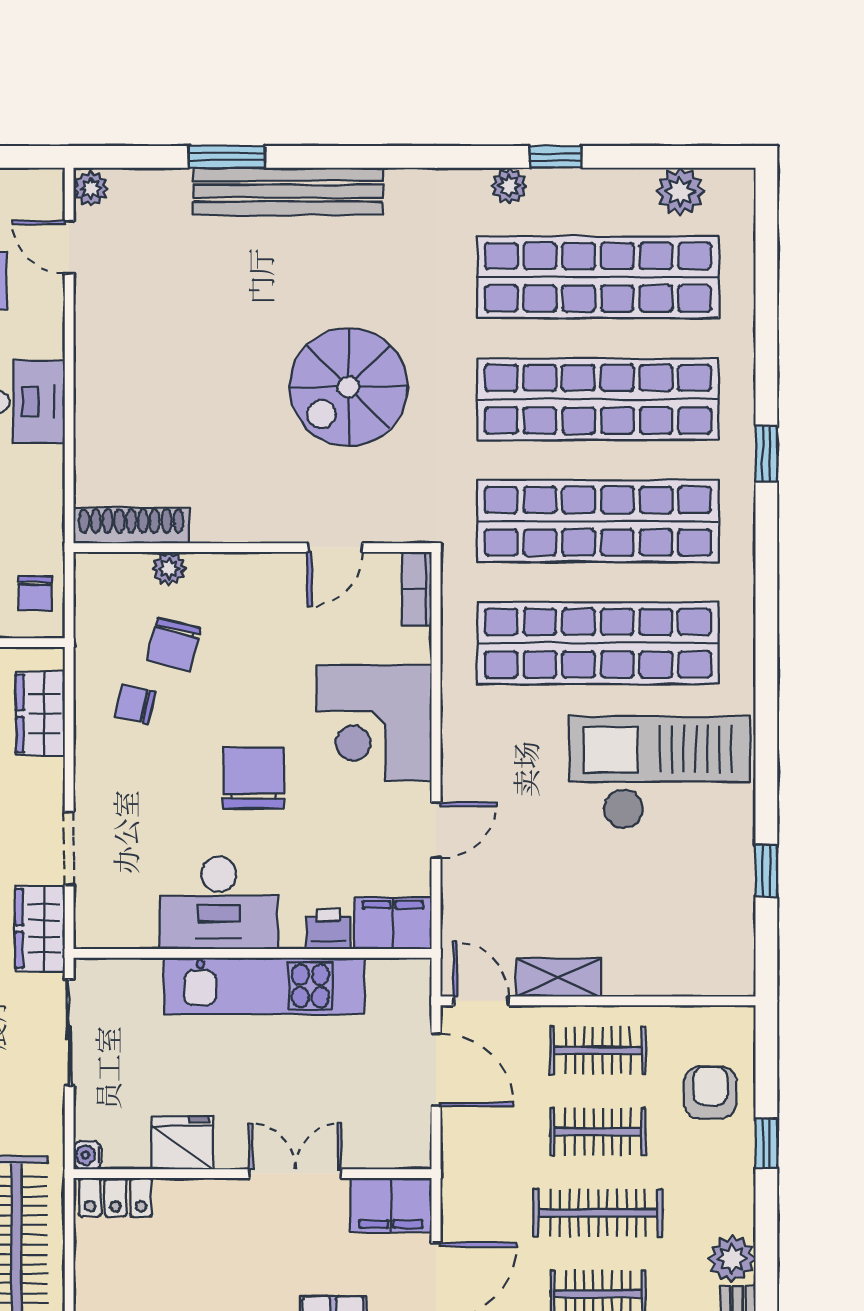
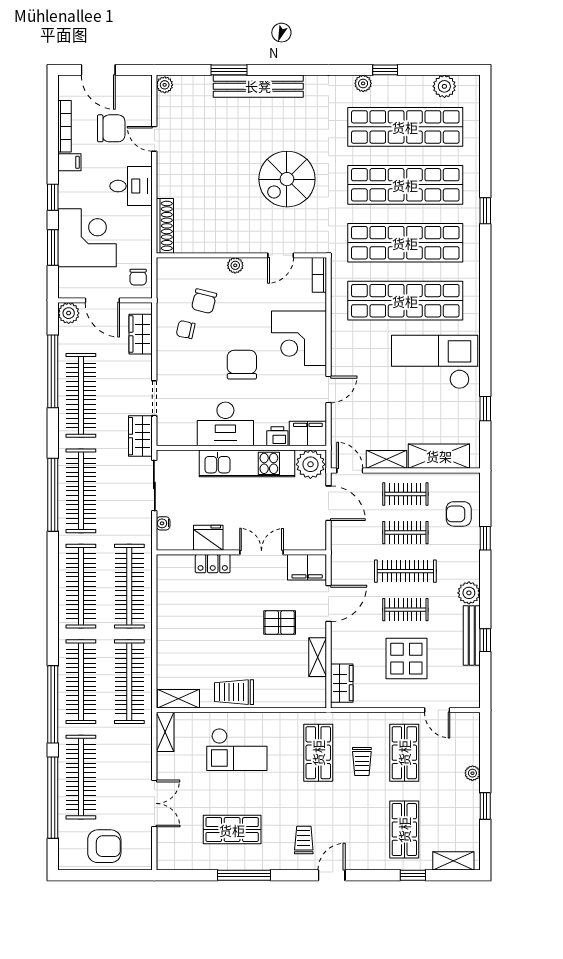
door: (69, 247) -> (154, 139), moved
shoe rack: (131, 525) -> (165, 226), moved, turned 90
plant: (169, 569) -> (235, 265), moved
shelving: (669, 971) -> (439, 456), added
plant: (398, 988) -> (310, 464), added
armchair: (710, 1092) -> (459, 514), turned -90
water cooler: (88, 1155) -> (163, 523), moved
locker: (116, 1197) -> (213, 564), moved

